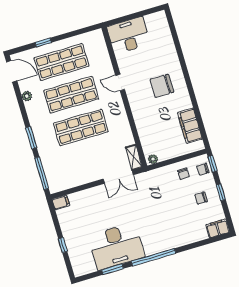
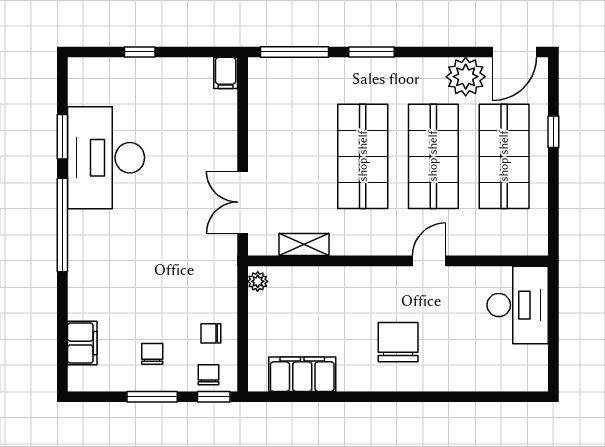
plant: (27, 96) -> (466, 77), width x1.87, depth x1.87
shelving: (134, 157) -> (304, 245), moved
window: (221, 192) -> (152, 397), width x1.50
filing cabinet: (218, 228) -> (82, 343), moved

